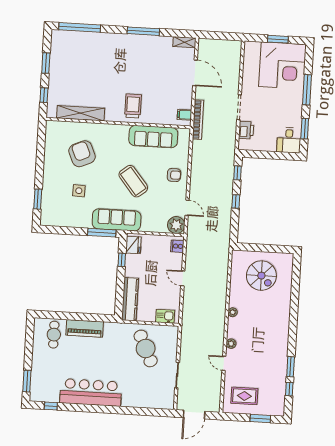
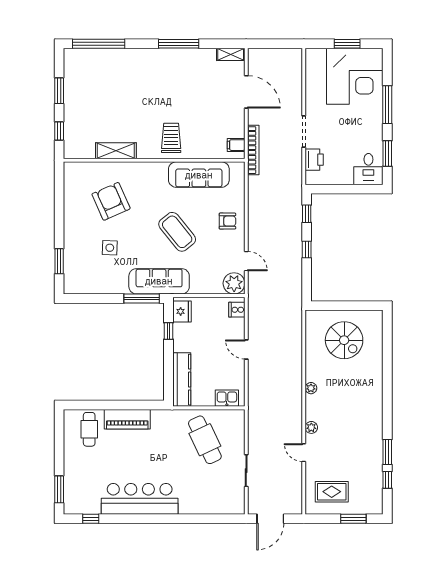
shelving: (81, 113) -> (116, 151), width x0.68

